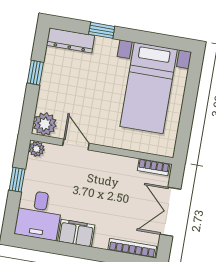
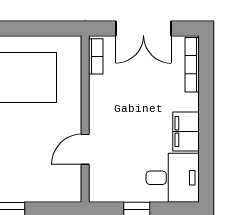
plant: (45, 124) -> (68, 189), removed
plant: (37, 149) -> (98, 193), removed

